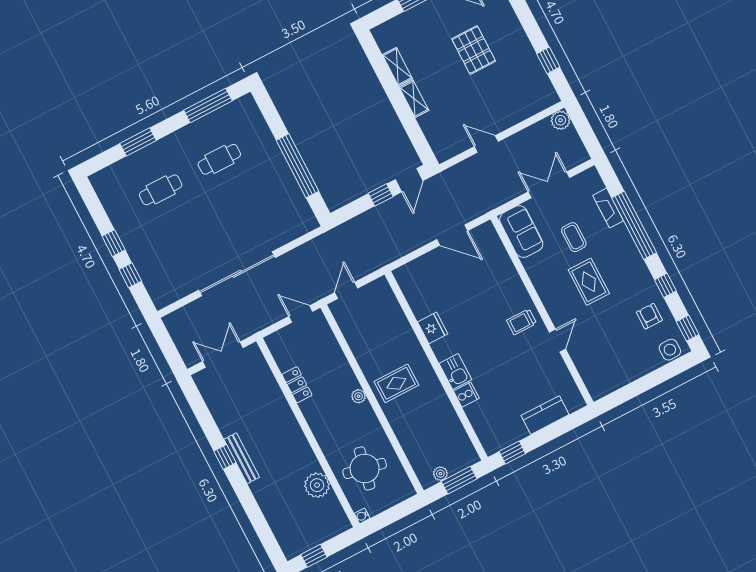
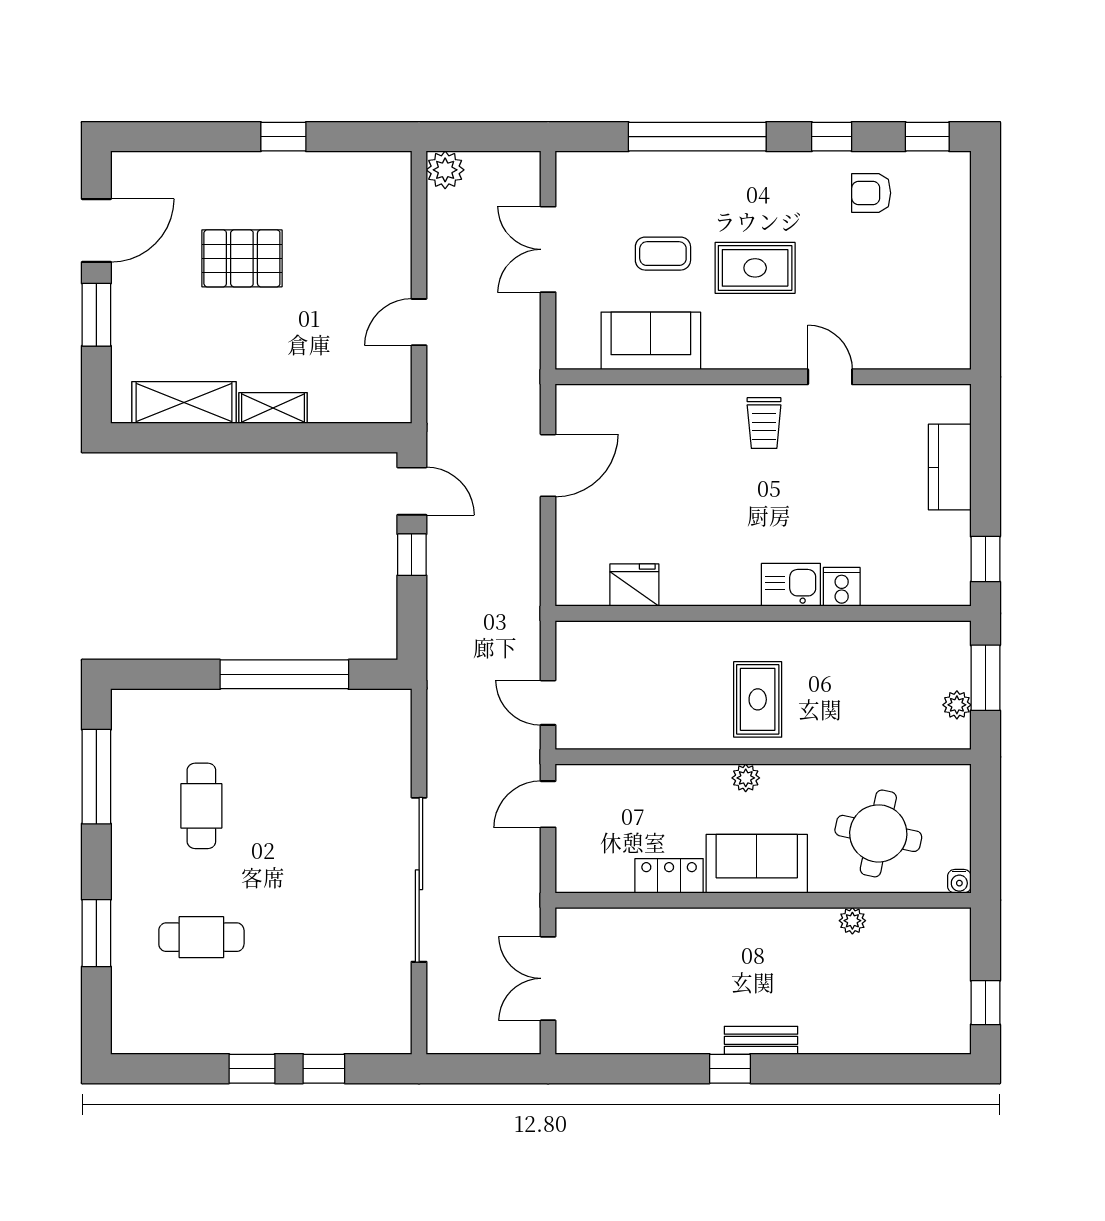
window: (548, 60) -> (283, 137), moved
shelving: (397, 67) -> (184, 403), width x1.50, depth x1.33
cafe table: (161, 190) -> (201, 937), turned 90
fireplace: (608, 208) -> (643, 167), removed
sofa: (521, 232) -> (651, 341), moved
fridge: (433, 328) -> (634, 585), moved
side table: (670, 350) -> (949, 187), removed
sofa: (323, 421) -> (757, 864), added
bench: (242, 458) -> (761, 1040), width x0.73
plant: (317, 485) -> (852, 921), width x0.53, depth x0.53

